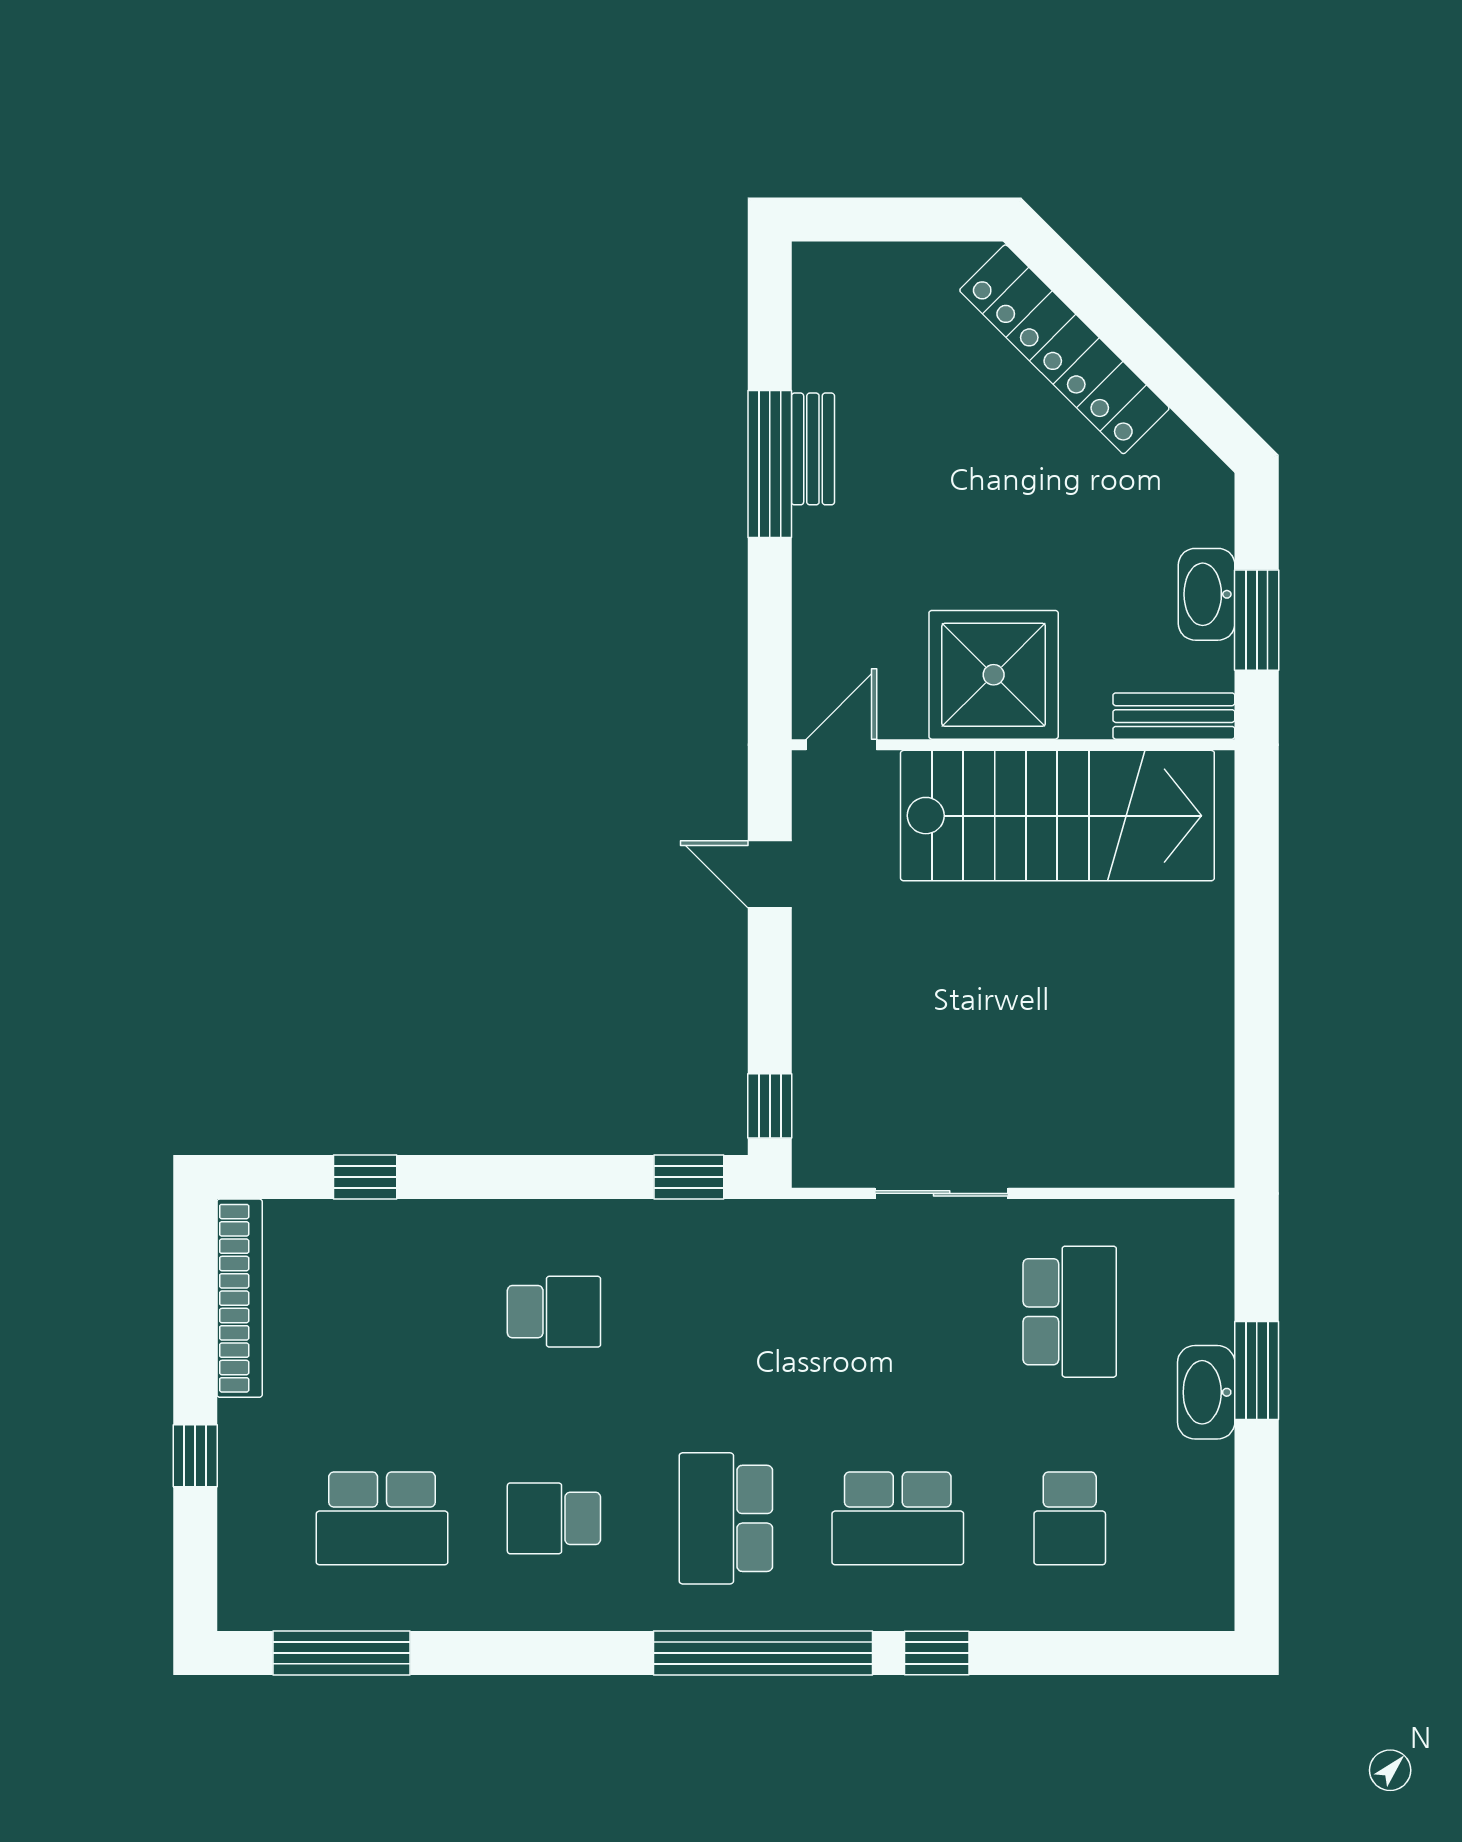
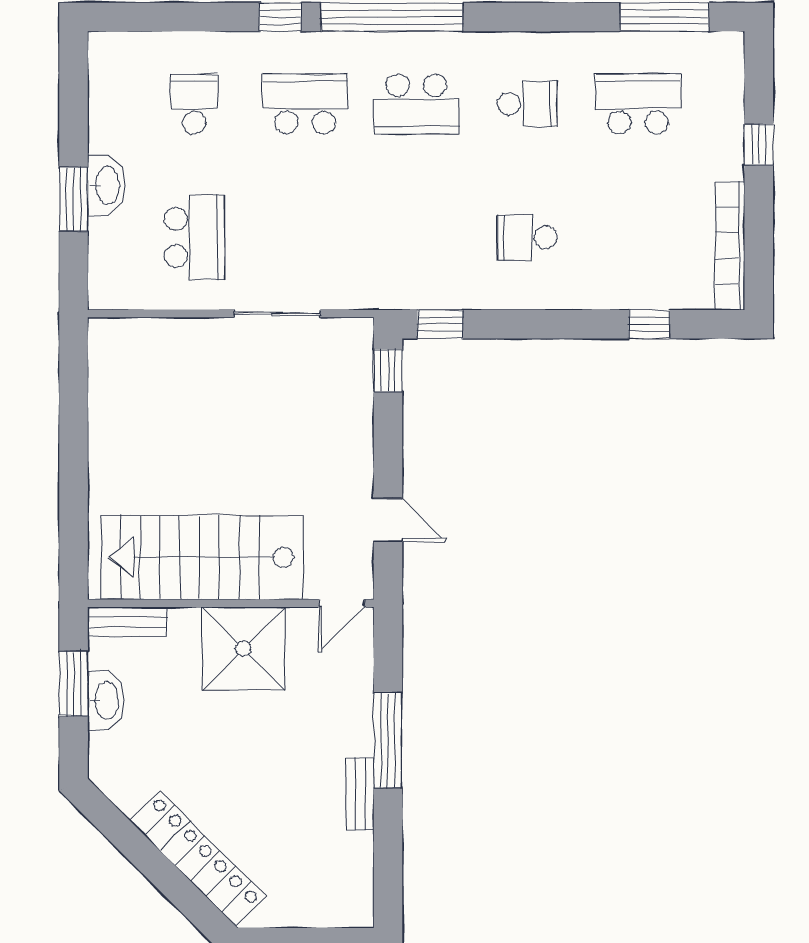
window: (770, 464) -> (388, 740), moved
school desk: (1070, 1312) -> (194, 237), turned 180
school desk: (726, 1518) -> (416, 104), turned 90

